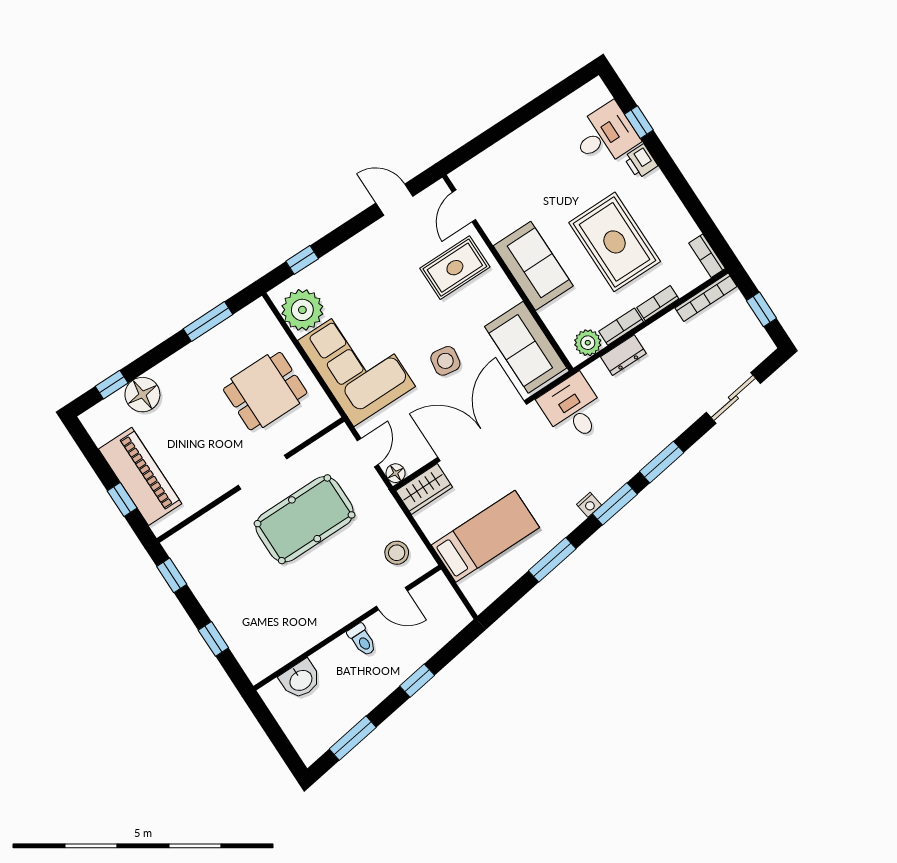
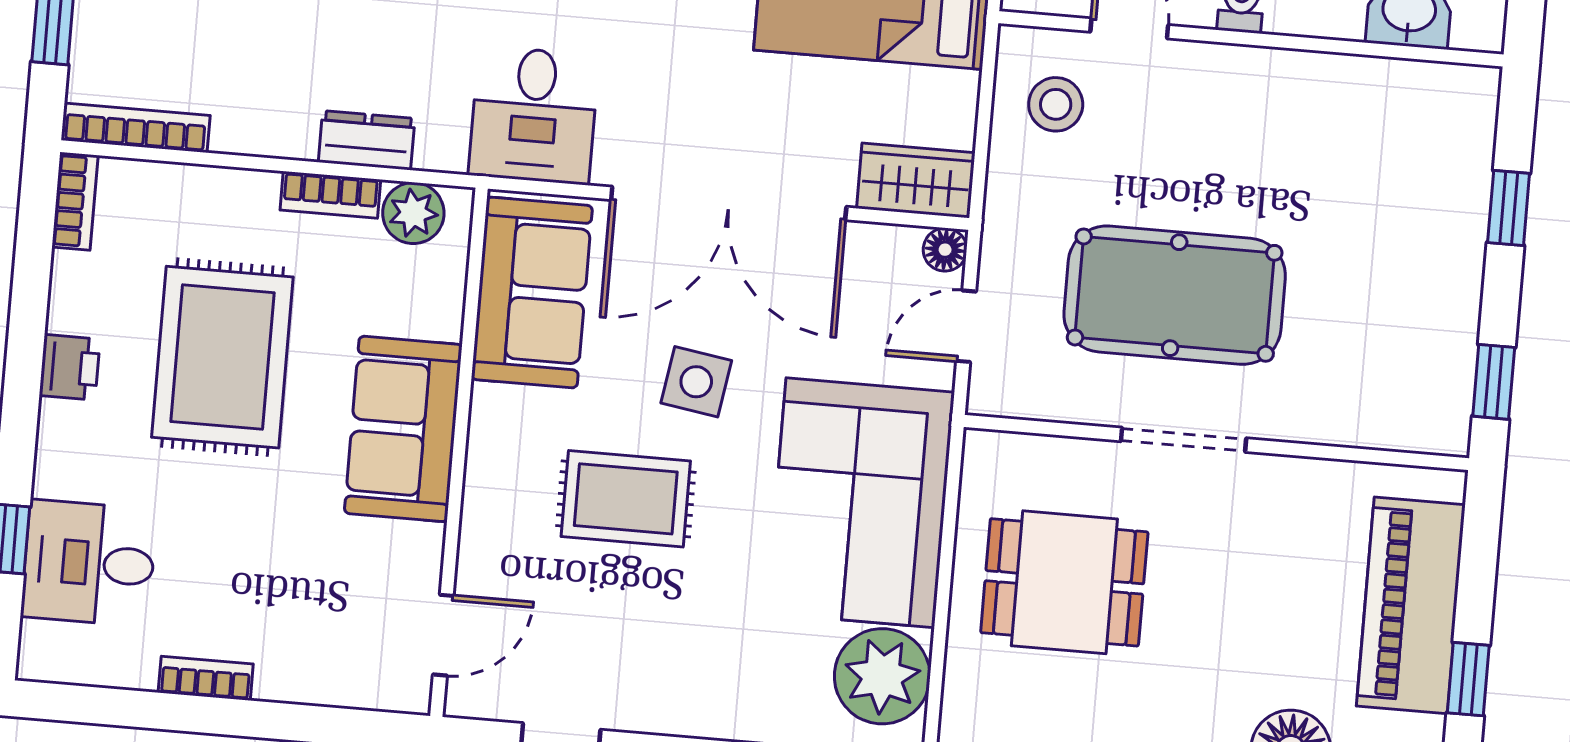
printer: (641, 161) -> (70, 367), moved
rug: (455, 268) -> (626, 499), moved
bookcase: (658, 303) -> (206, 678), moved, turned 180
window: (122, 500) -> (1468, 679), moved

